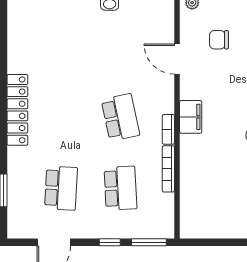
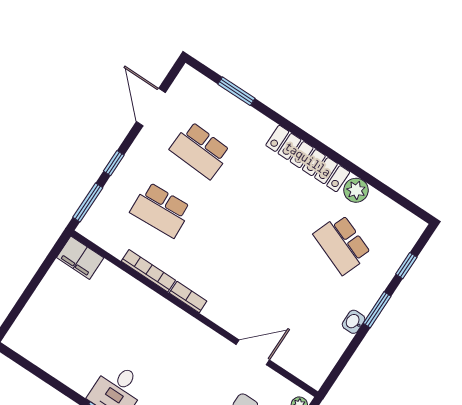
plant: (17, 62) -> (356, 190), added
school desk: (120, 117) -> (342, 244), moved, turned 33
filing cabinet: (191, 117) -> (80, 258), moved

